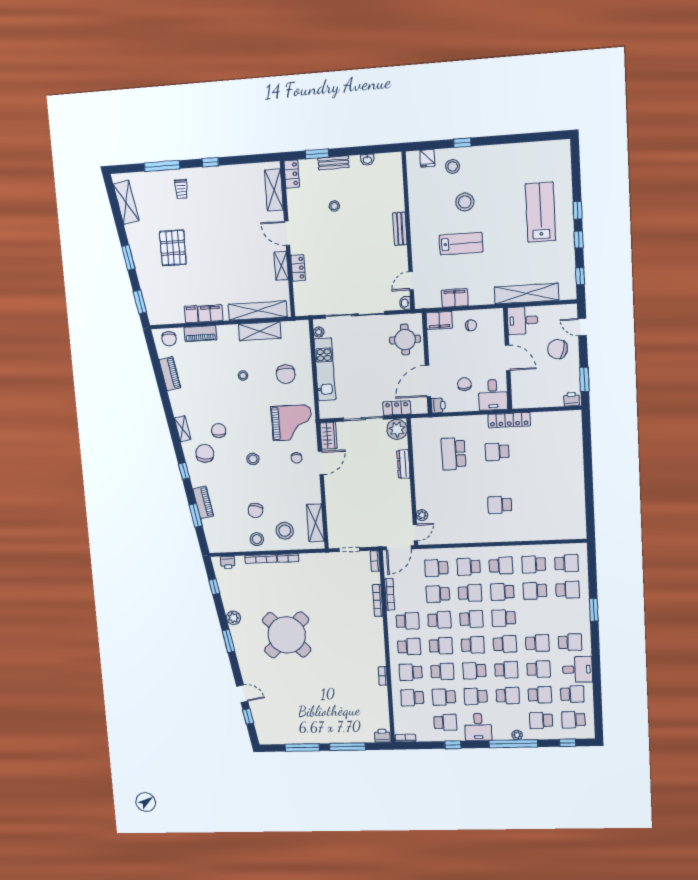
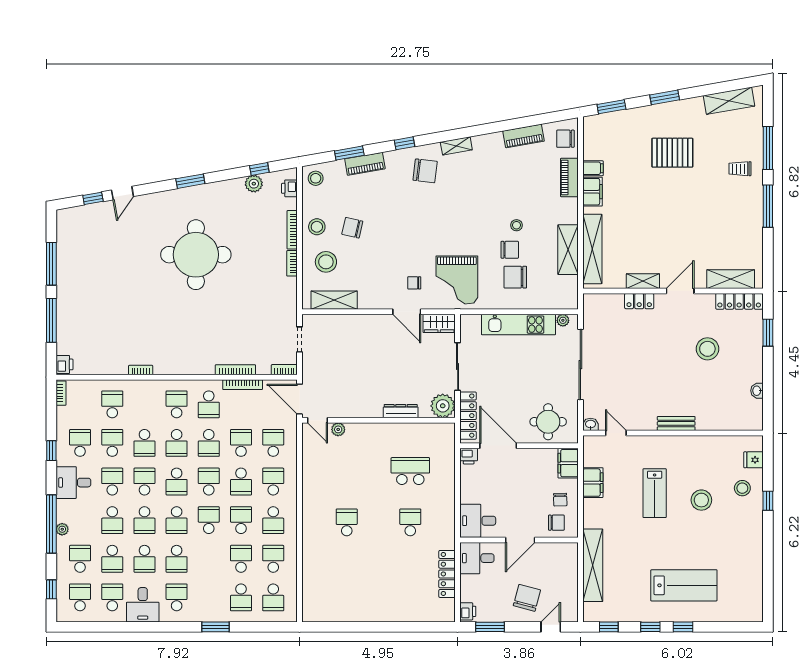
window: (210, 162) -> (768, 206), width x2.17
bench: (333, 163) -> (756, 351), removed
locker: (292, 174) -> (739, 301), width x1.53
stool: (334, 206) -> (707, 349), width x1.89, depth x1.89
desk: (523, 320) -> (477, 558), moved, turned -90
chair: (464, 384) -> (556, 523), moved
locker: (397, 408) -> (468, 416), width x1.53
locker: (509, 420) -> (447, 574), moved
chair: (219, 431) -> (510, 250), moved
stool: (253, 459) -> (316, 178), moved
plant: (233, 618) -> (254, 184), moved
school desk: (471, 619) -> (209, 482), turned 180
round table: (287, 635) -> (196, 255), turned 45
school desk: (570, 642) -> (177, 597), turned 180
school desk: (409, 647) -> (177, 404), turned 180
school desk: (411, 672) -> (144, 404), removed
school desk: (572, 694) -> (112, 597), turned 180
school desk: (445, 722) -> (80, 443), turned 180

